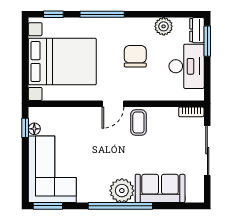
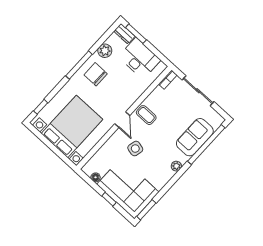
window: (102, 14) -> (79, 65), moved
chair: (135, 56) -> (96, 74), moved
window: (25, 128) -> (109, 199), moved
side table: (97, 141) -> (135, 149), added
plant: (122, 191) -> (176, 166), width x0.53, depth x0.53
window: (120, 206) -> (206, 145), moved

